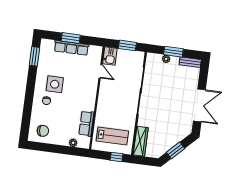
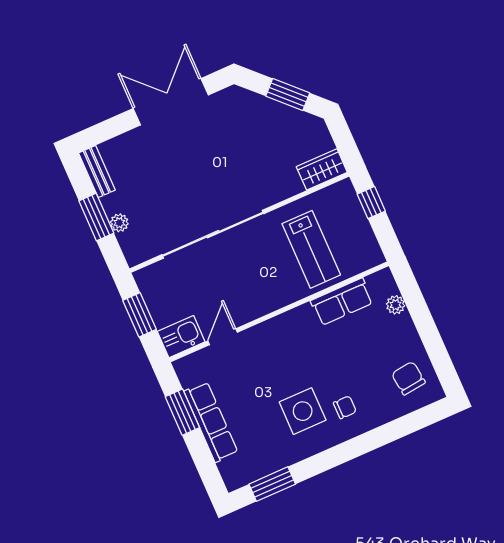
window: (71, 38) -> (182, 412), moved
lab bench: (112, 136) -> (311, 249), moved, turned 180
wardrobe: (141, 141) -> (322, 169), width x0.67

